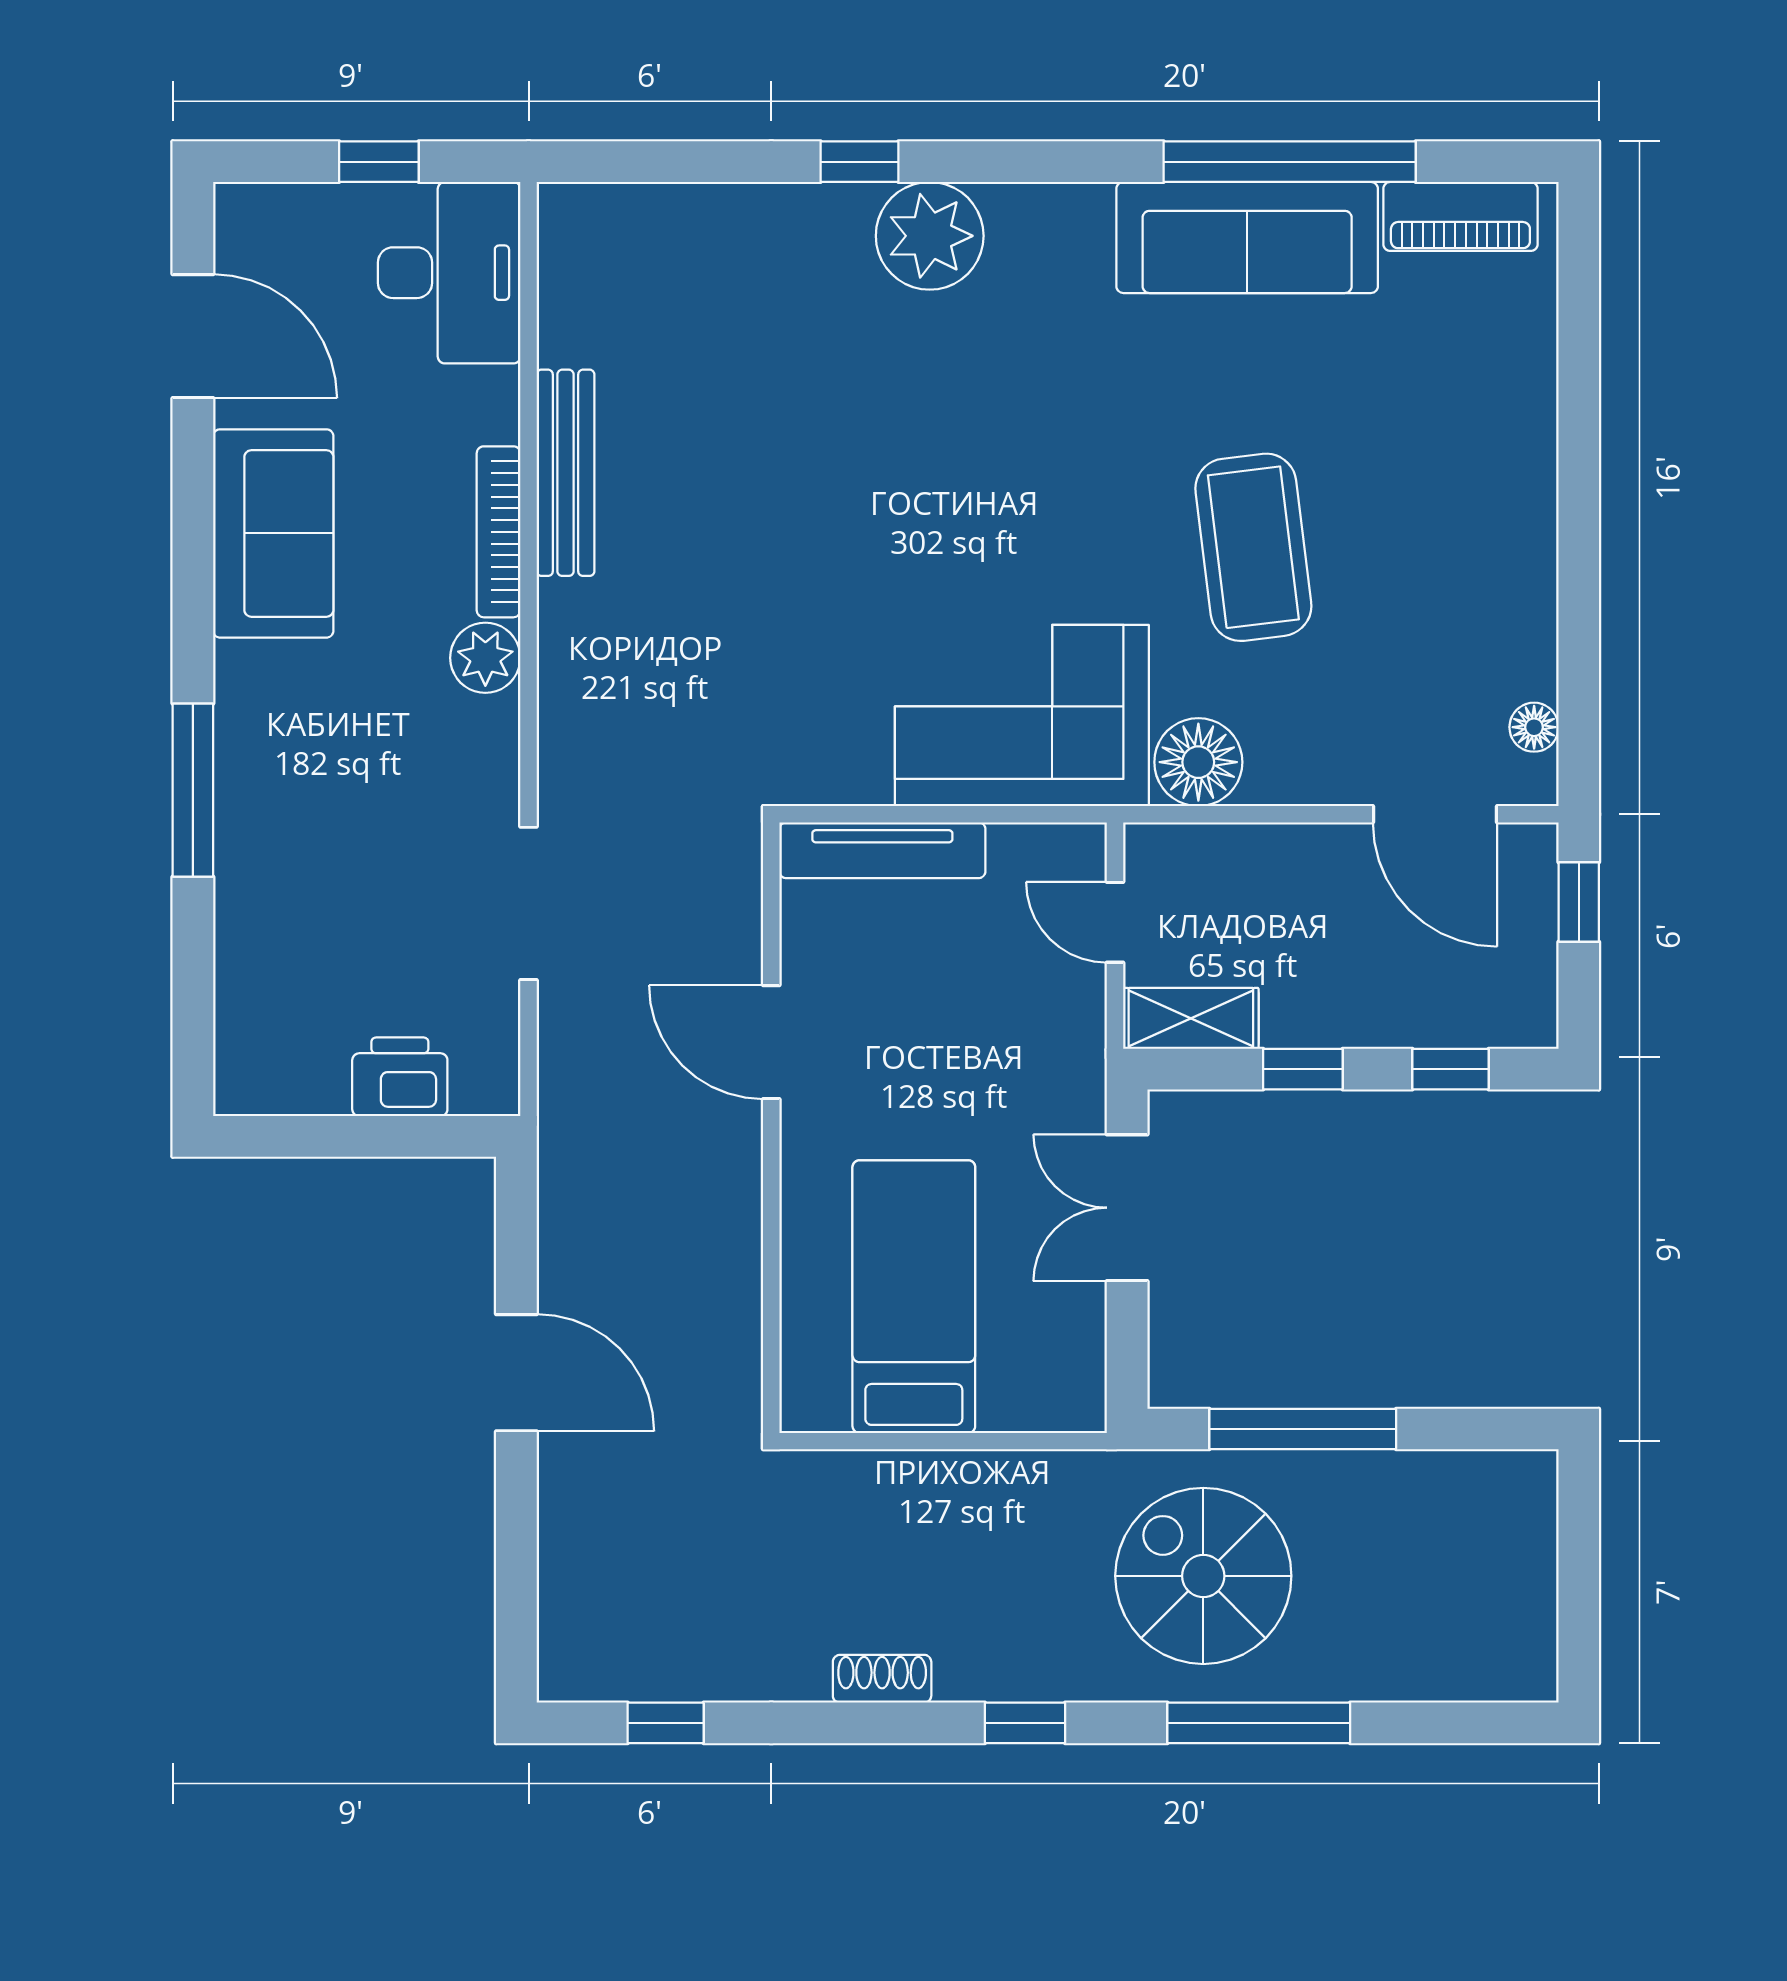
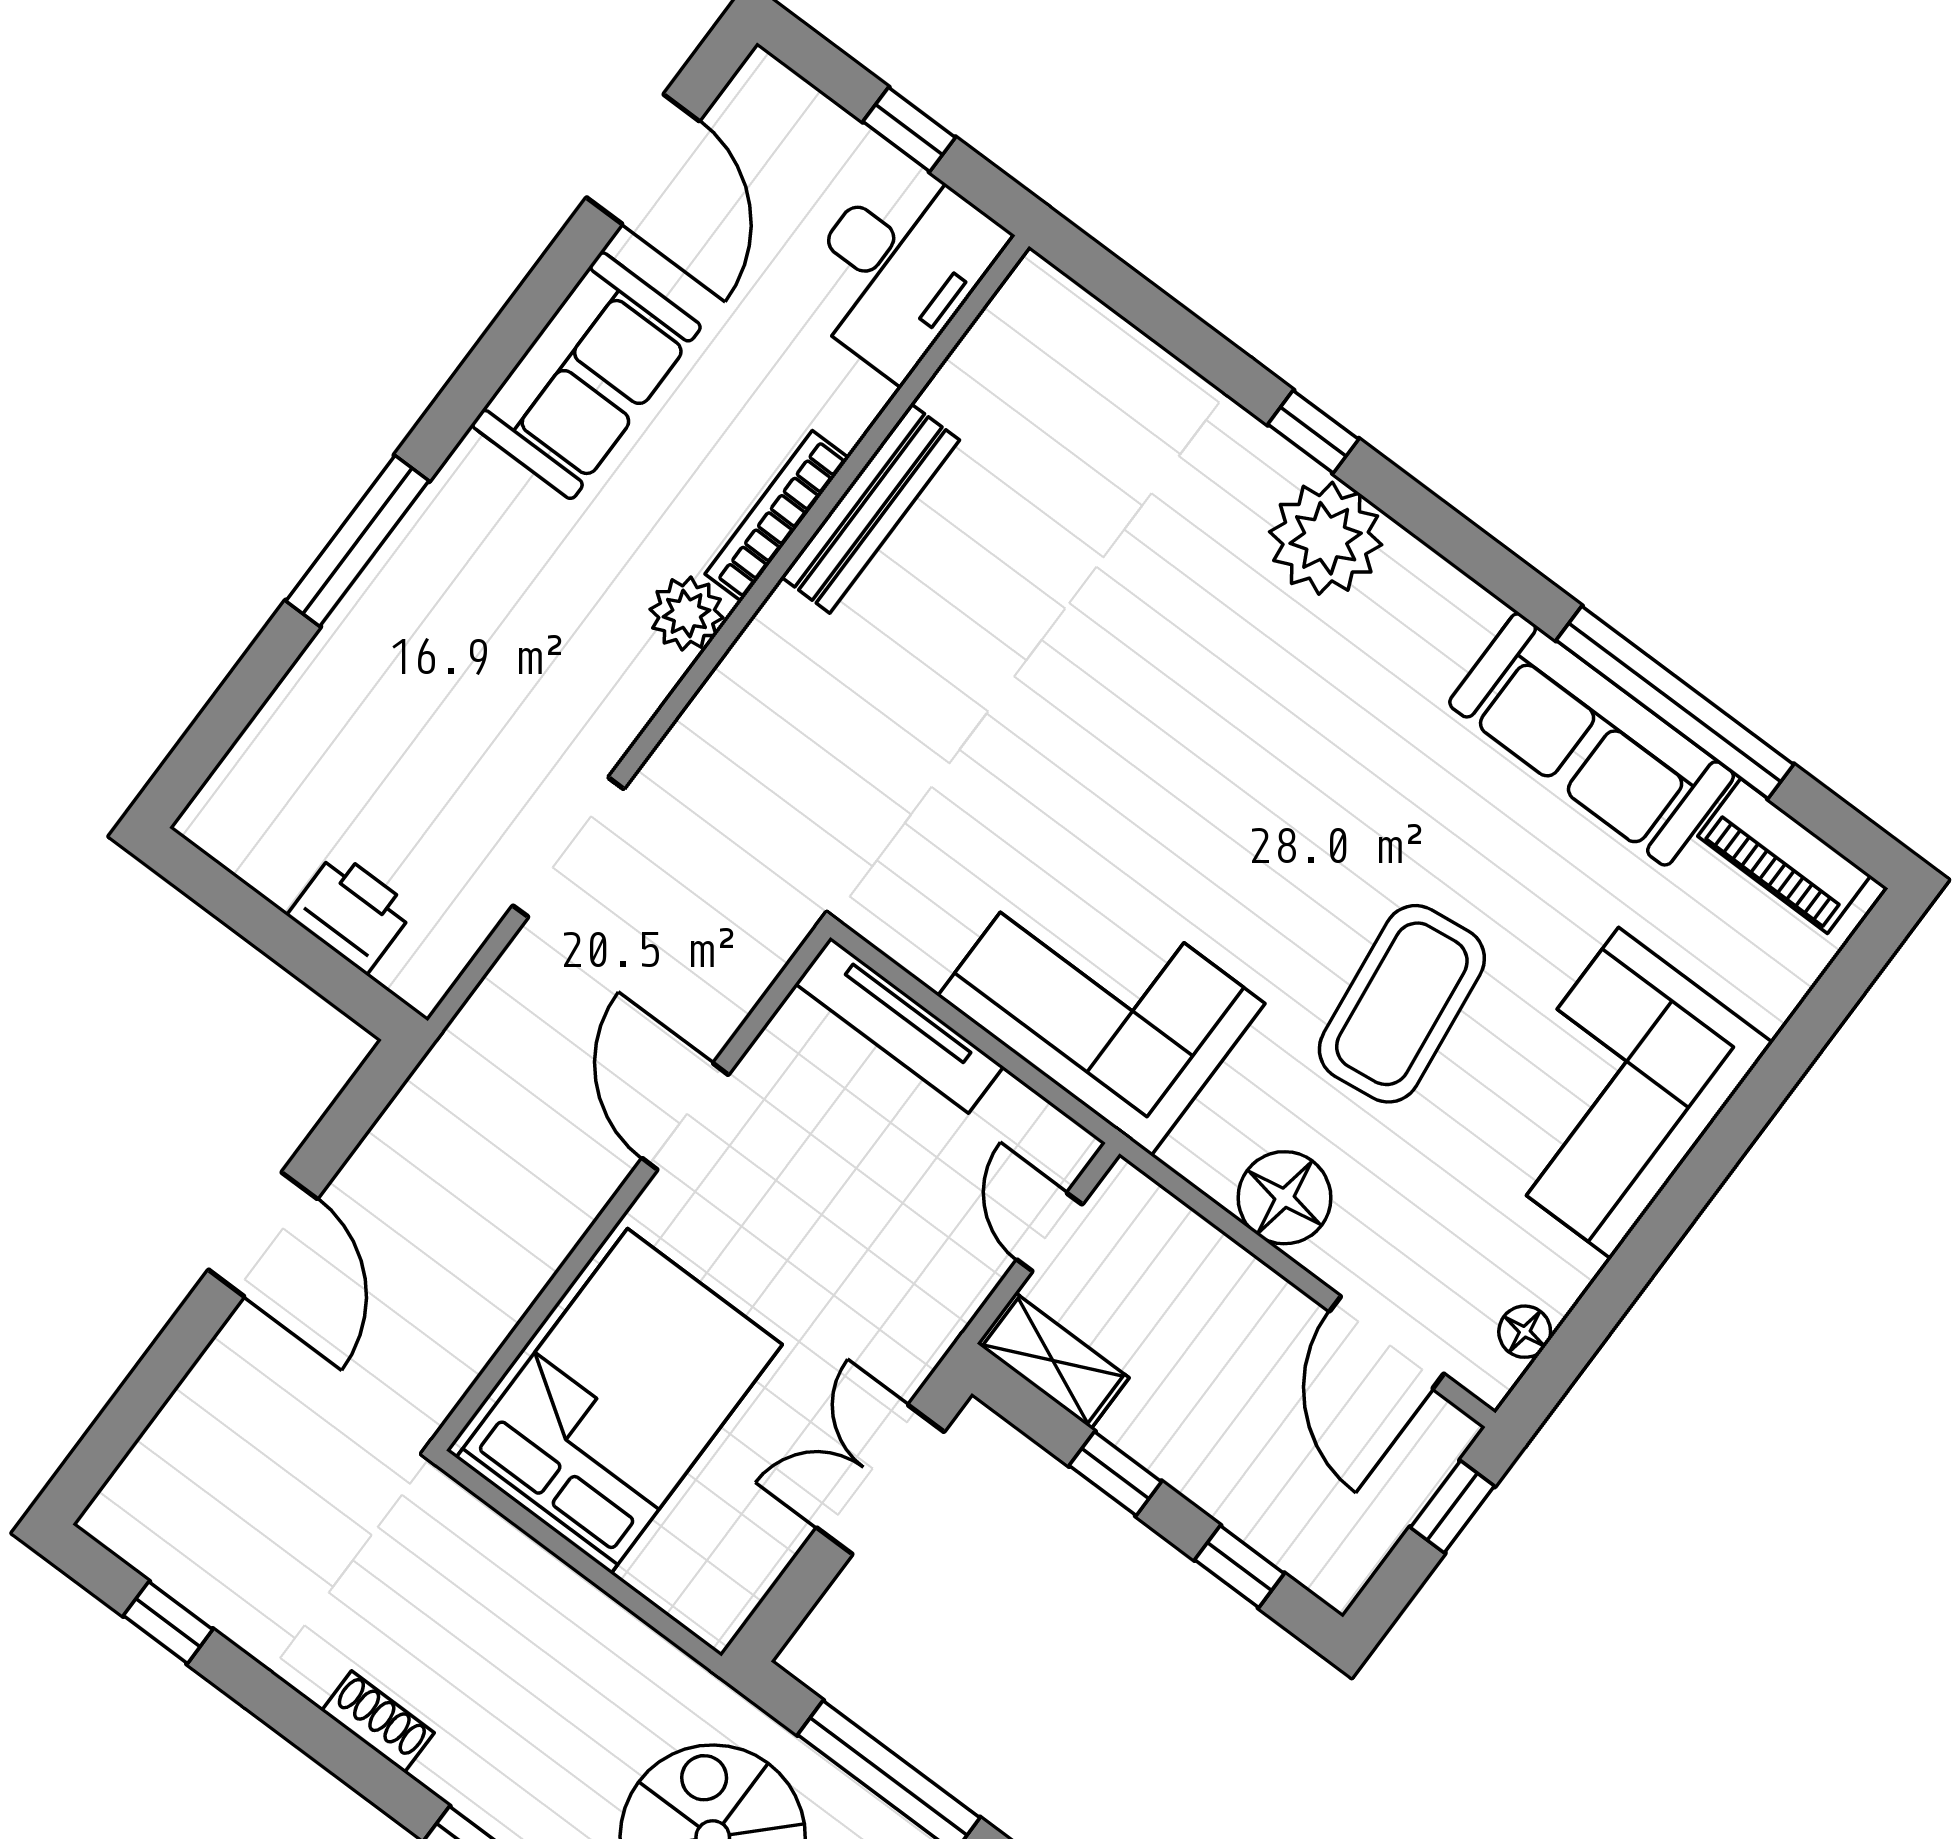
corner sofa: (1467, 494) -> (1615, 1093), added
floor lamp: (1198, 762) -> (1284, 1198), moved
bed: (914, 1297) -> (619, 1401), width x1.50

